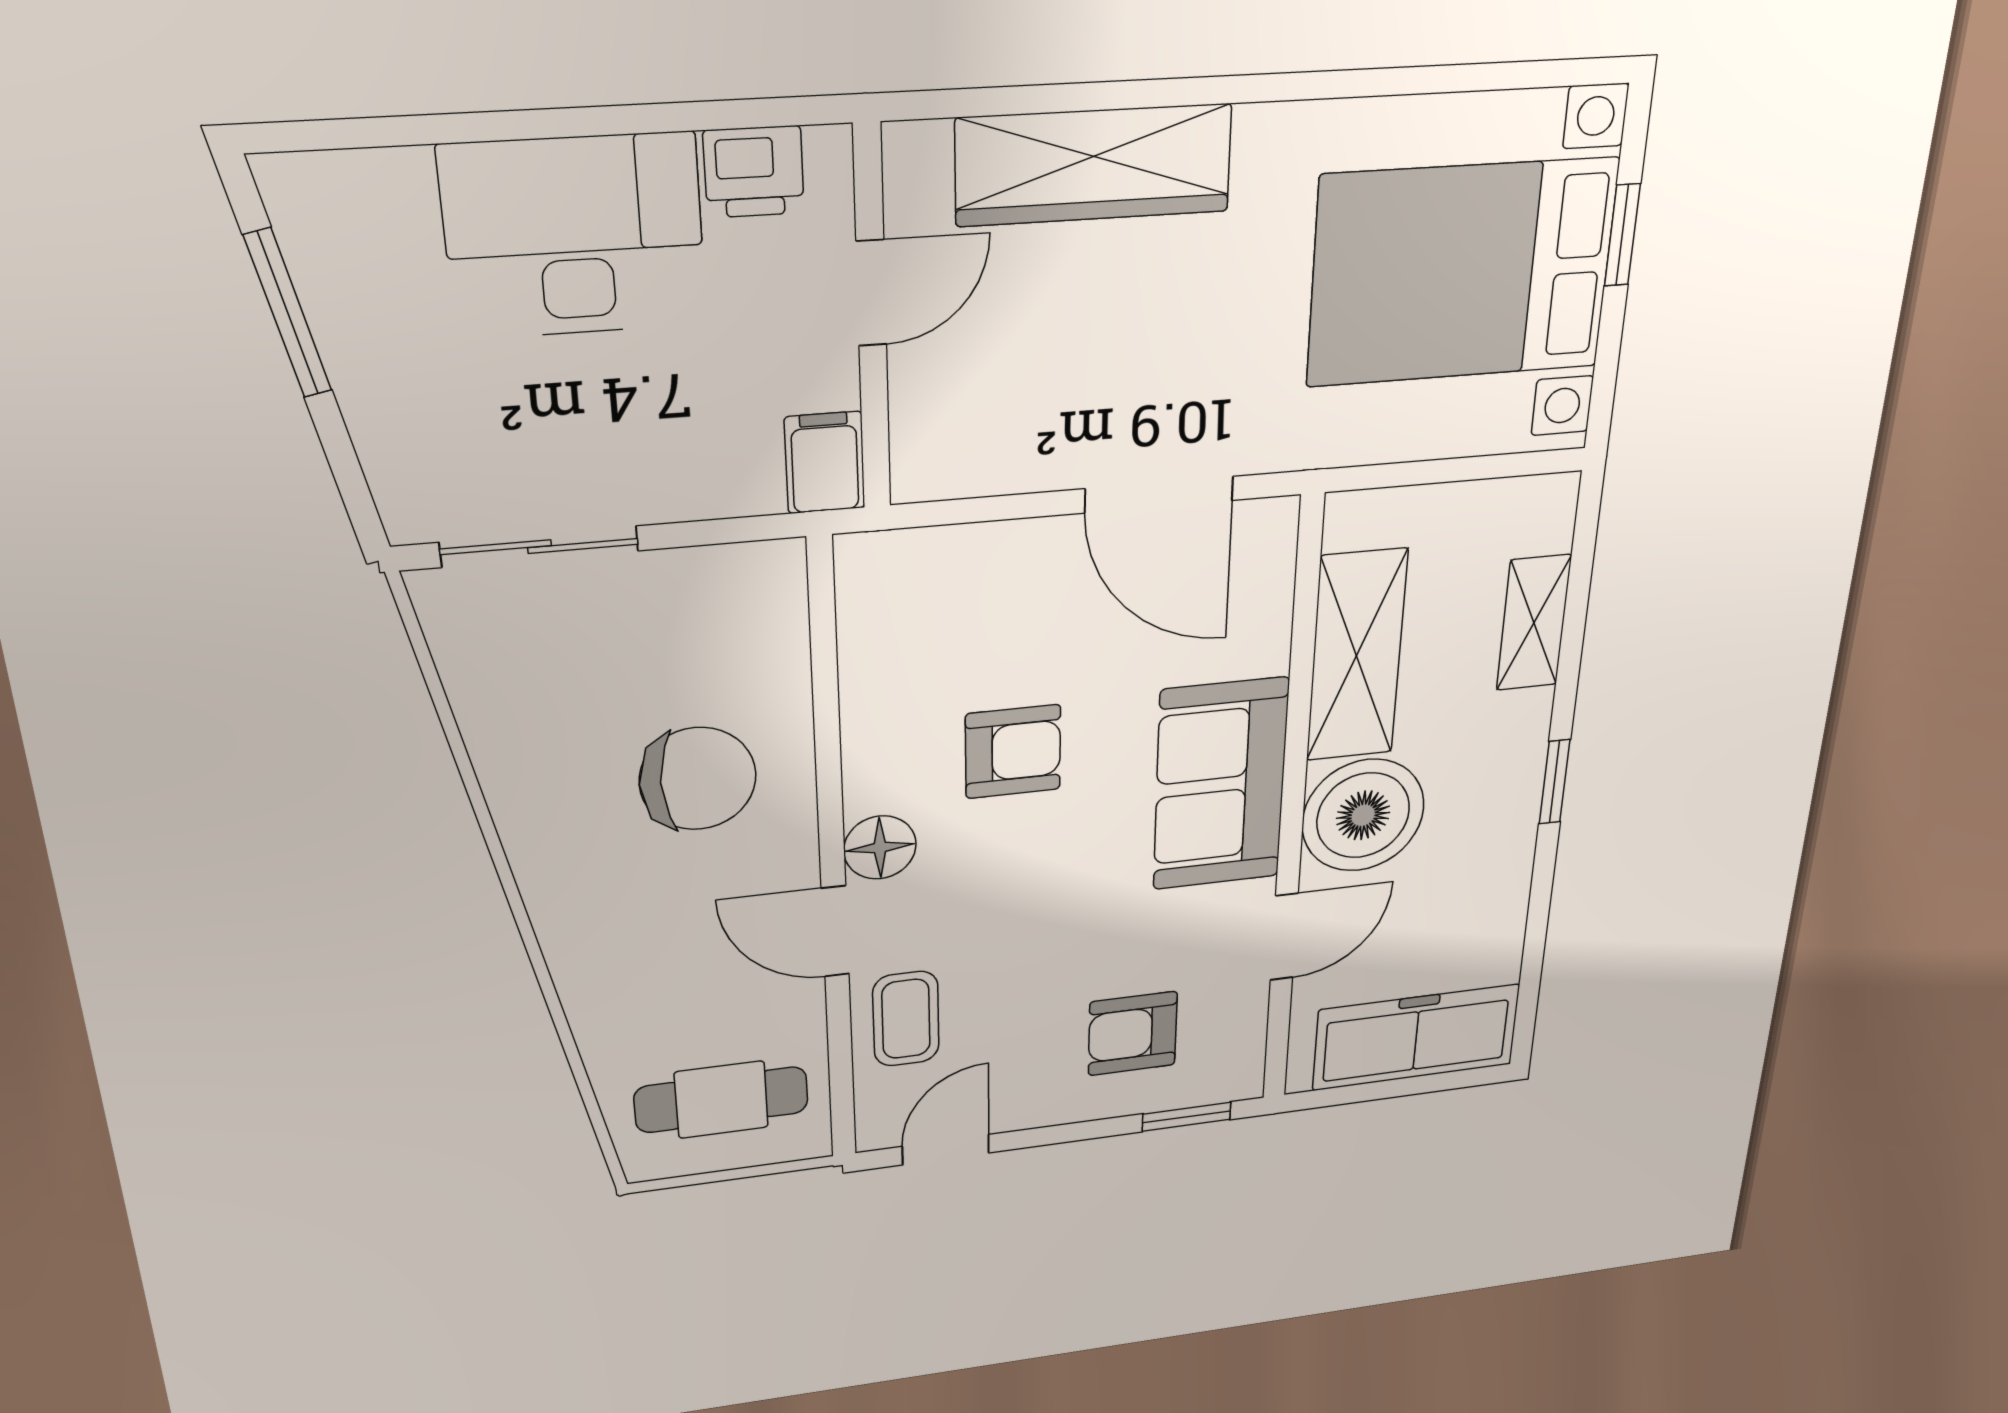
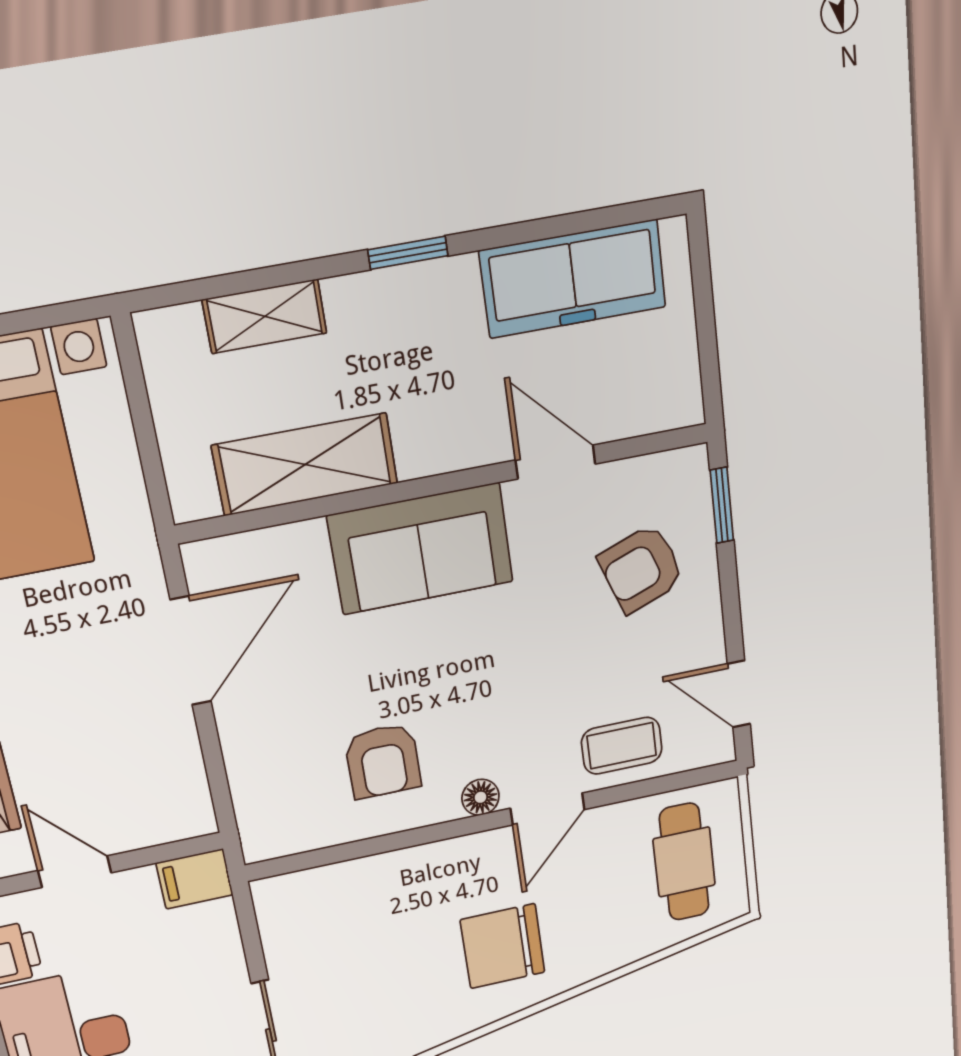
armchair: (1013, 752) -> (383, 761), moved, turned 180
chair: (698, 779) -> (503, 946), moved, turned -90
boiler: (1363, 815) -> (444, 422), removed
floor lamp: (880, 847) -> (481, 797), width x0.73, depth x0.73
armchair: (1133, 1034) -> (641, 569), turned 70
freezer: (1416, 1037) -> (573, 279), moved, turned -90

